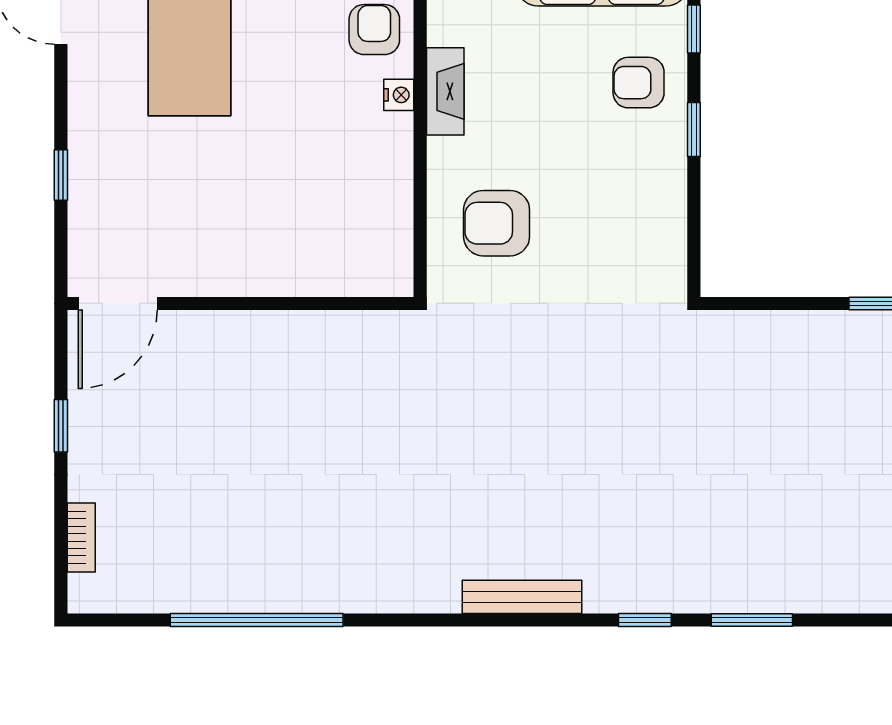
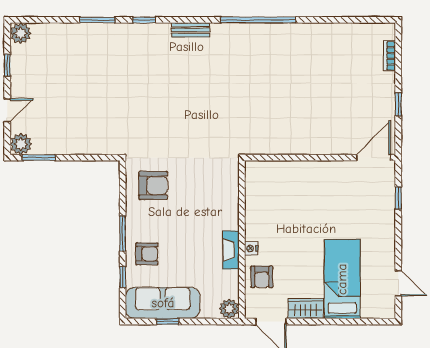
window: (694, 129) -> (123, 233), width x1.50
window: (61, 175) -> (398, 198), moved
armchair: (497, 223) -> (153, 185), moved
bench: (522, 597) -> (191, 30), width x0.73
window: (257, 620) -> (258, 20), moved

